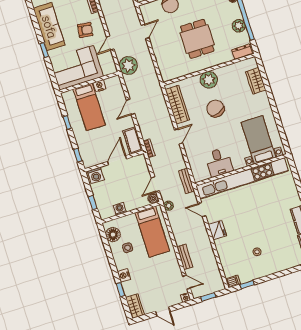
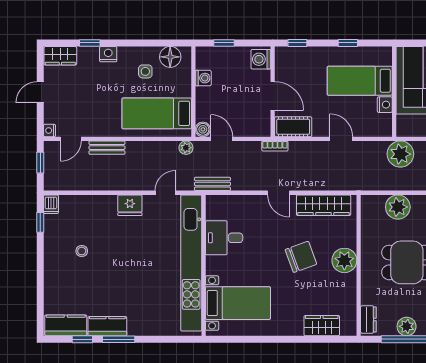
plant: (163, 56) -> (398, 207), added

